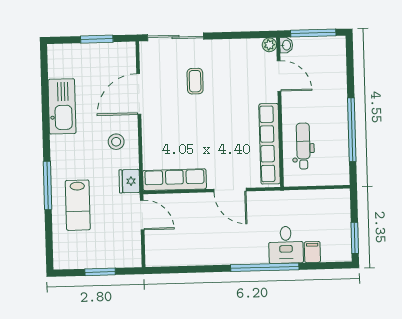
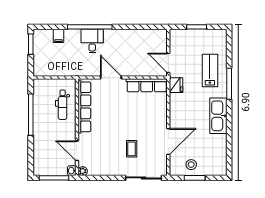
kitchen sink: (62, 106) -> (218, 116), moved
stool: (116, 142) -> (191, 165), moved
desk: (286, 245) -> (92, 41), moved

